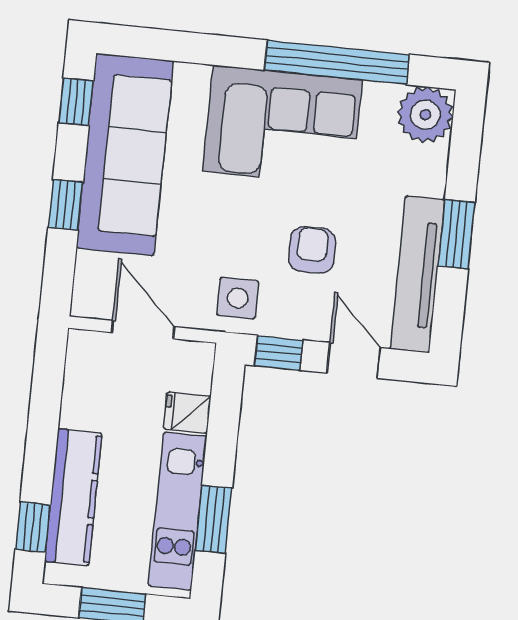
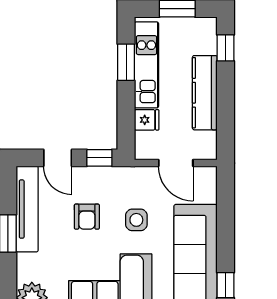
window: (66, 205) -> (226, 228), removed
side table: (238, 298) -> (136, 220), moved
kitchen counter: (73, 497) -> (205, 93), moved

